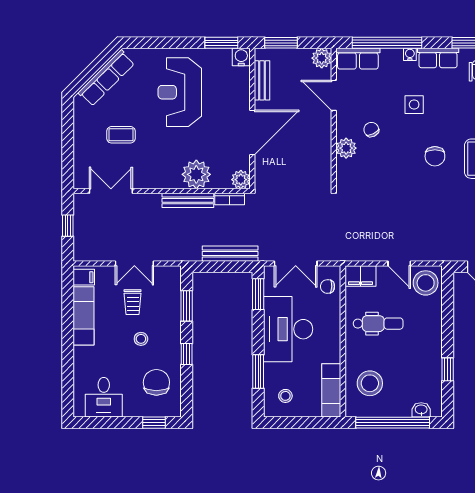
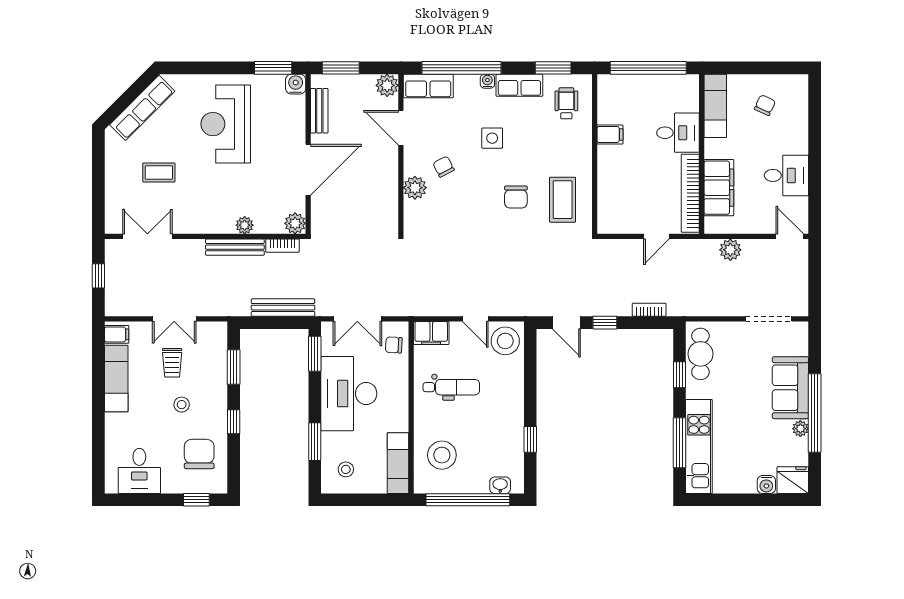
plant: (196, 174) -> (245, 225), width x0.53, depth x0.53

